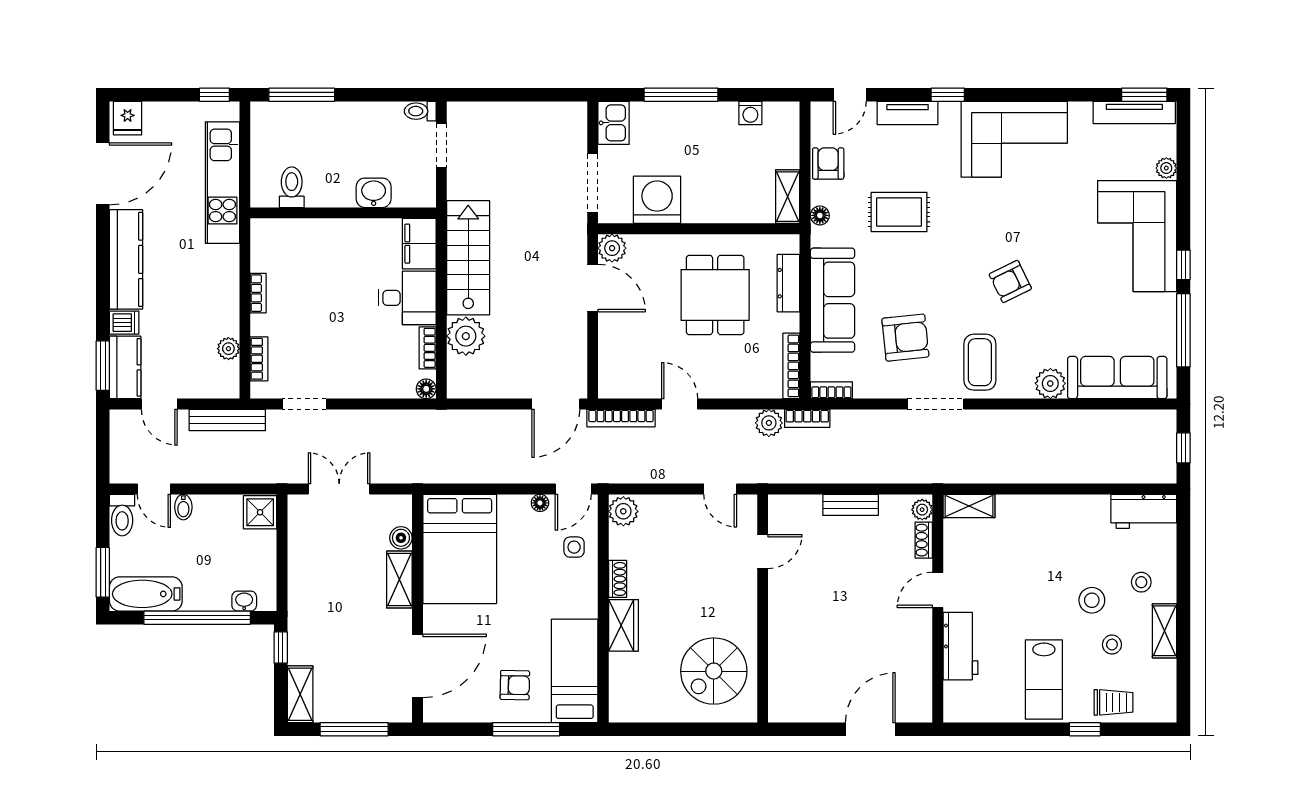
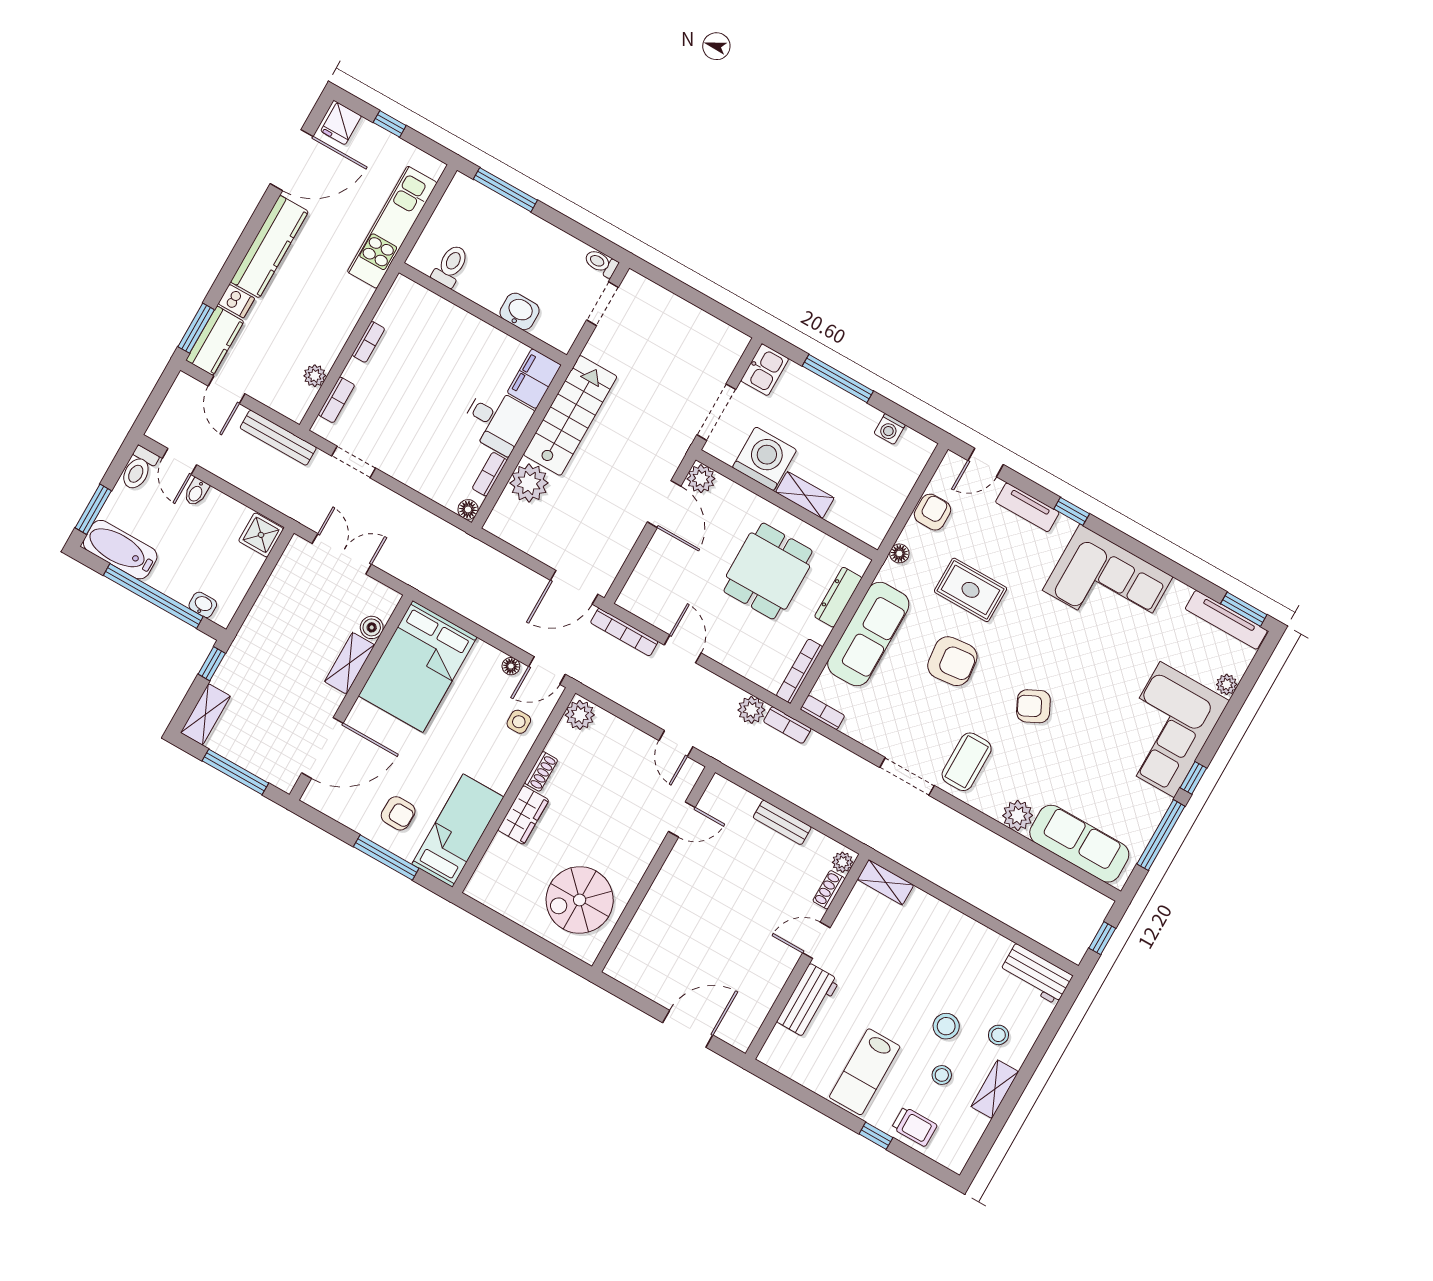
window: (214, 95) -> (390, 124), moved
shelving: (788, 197) -> (805, 495), moved, turned 90
armchair: (905, 338) -> (952, 661), moved

